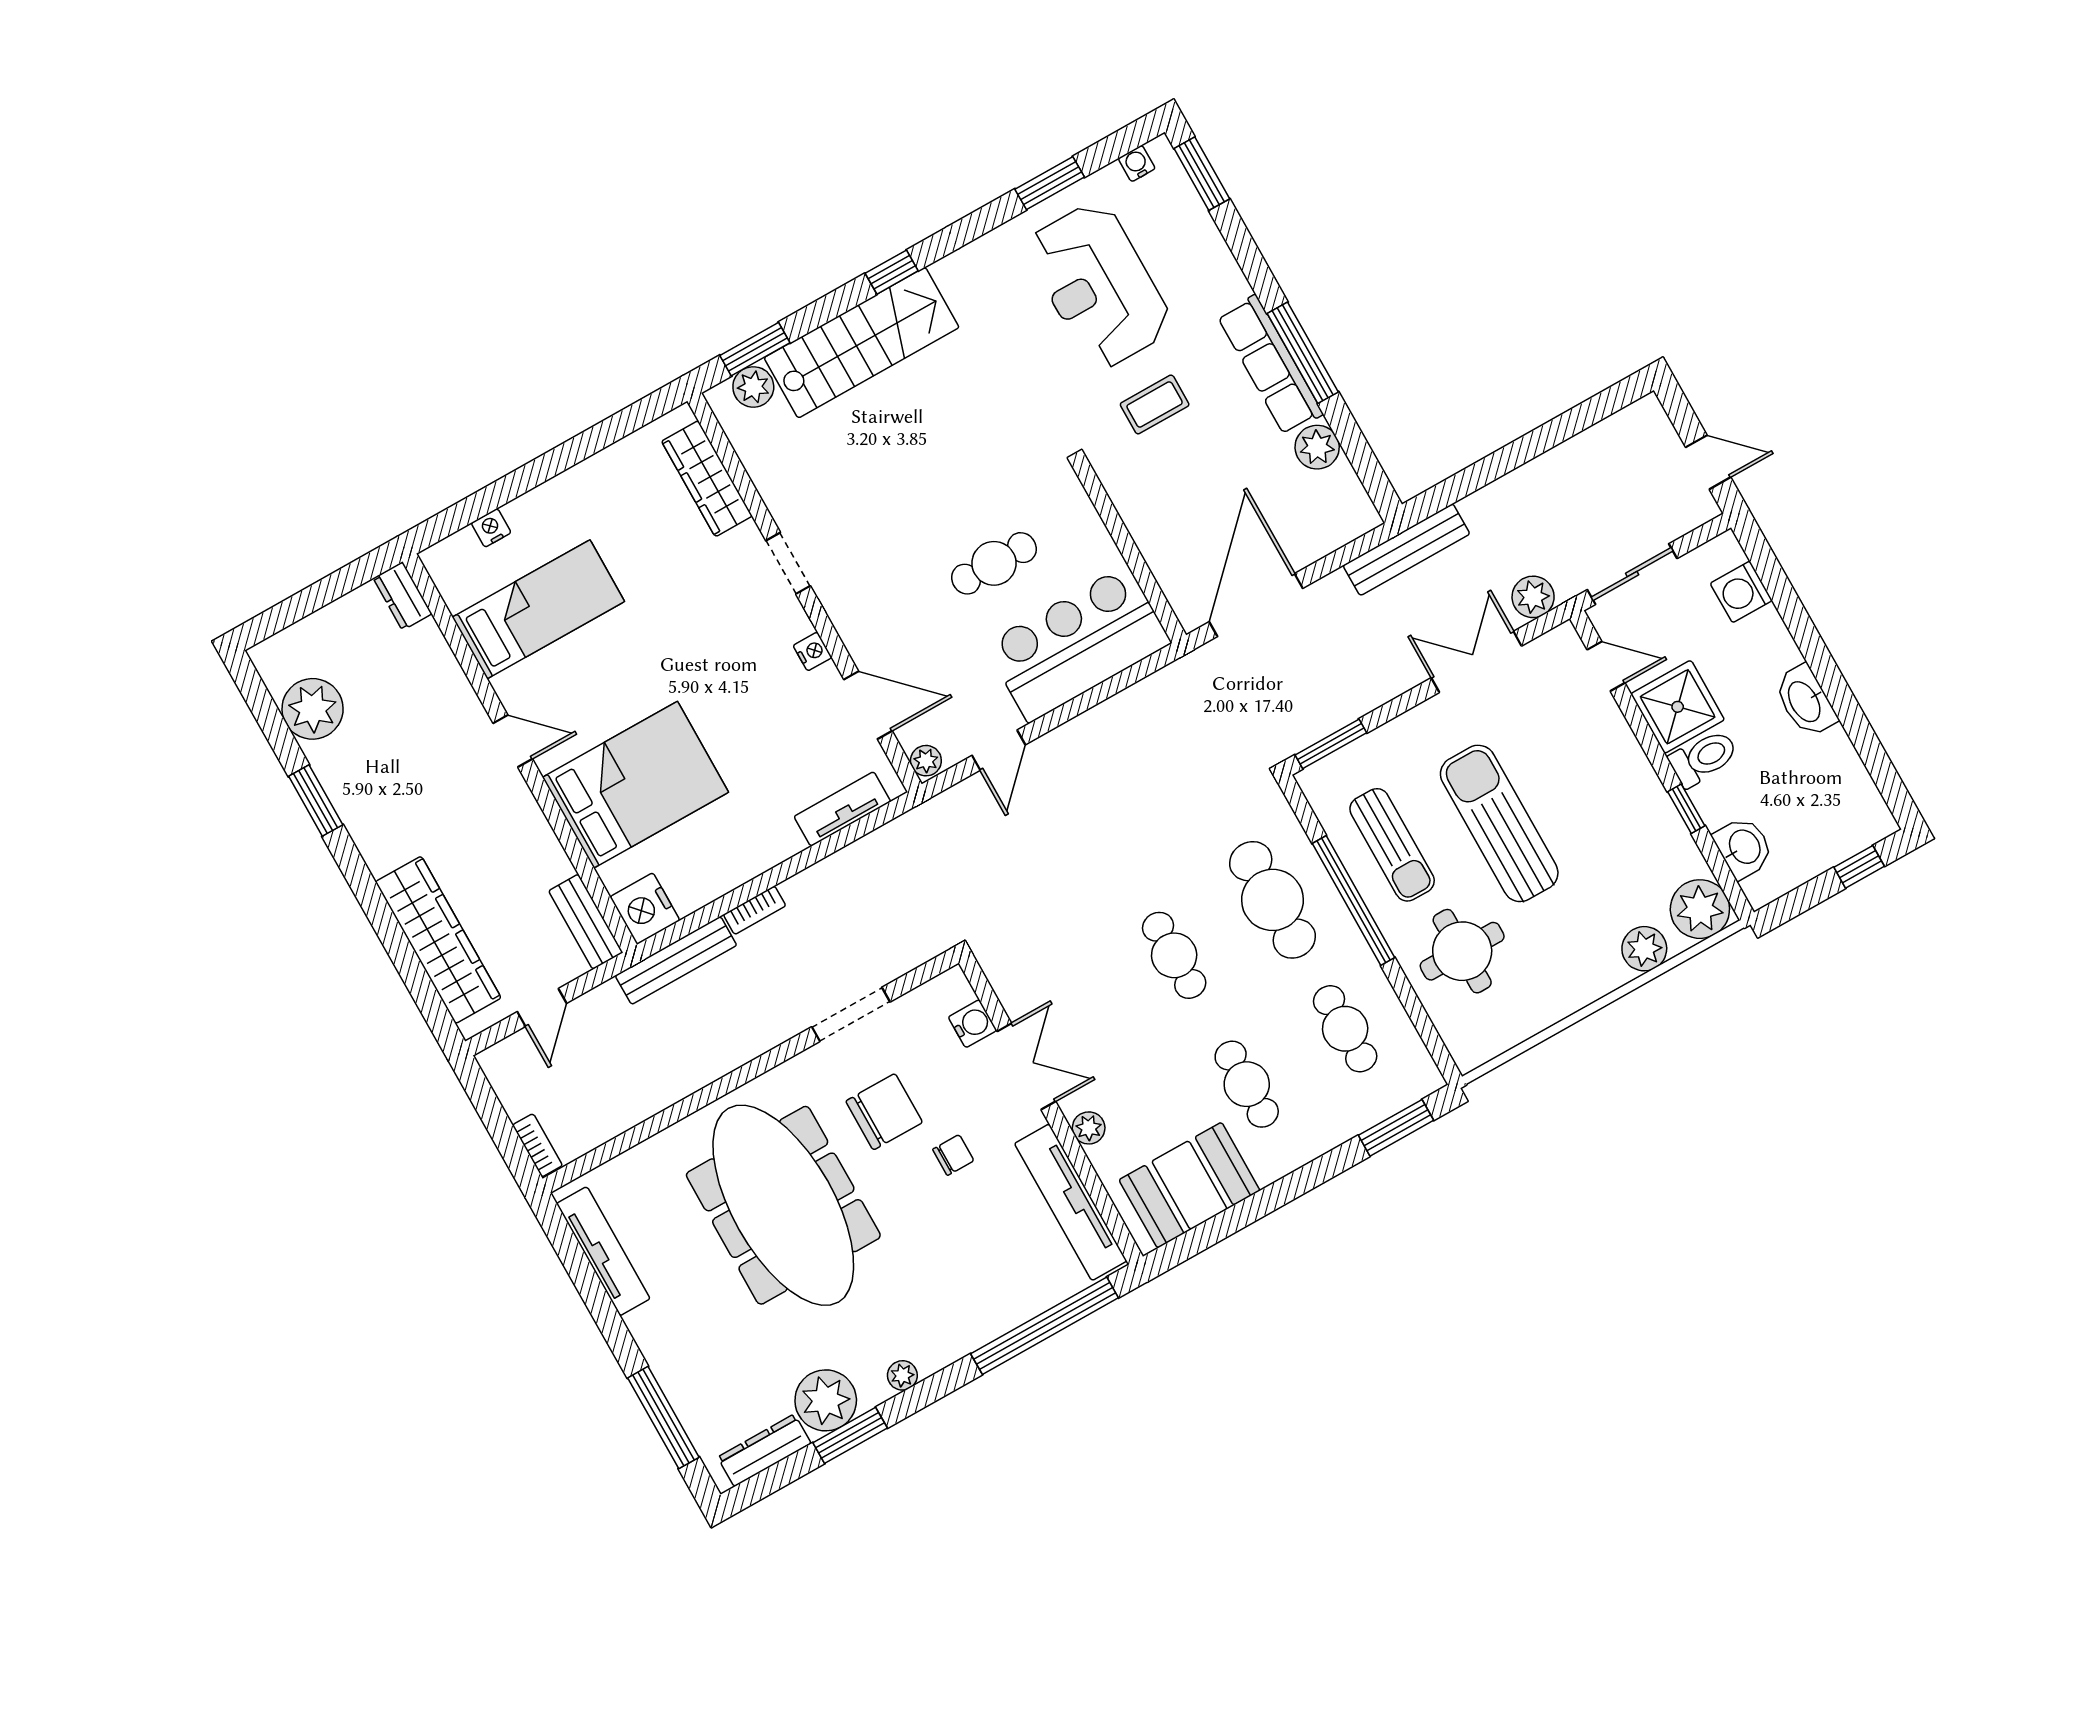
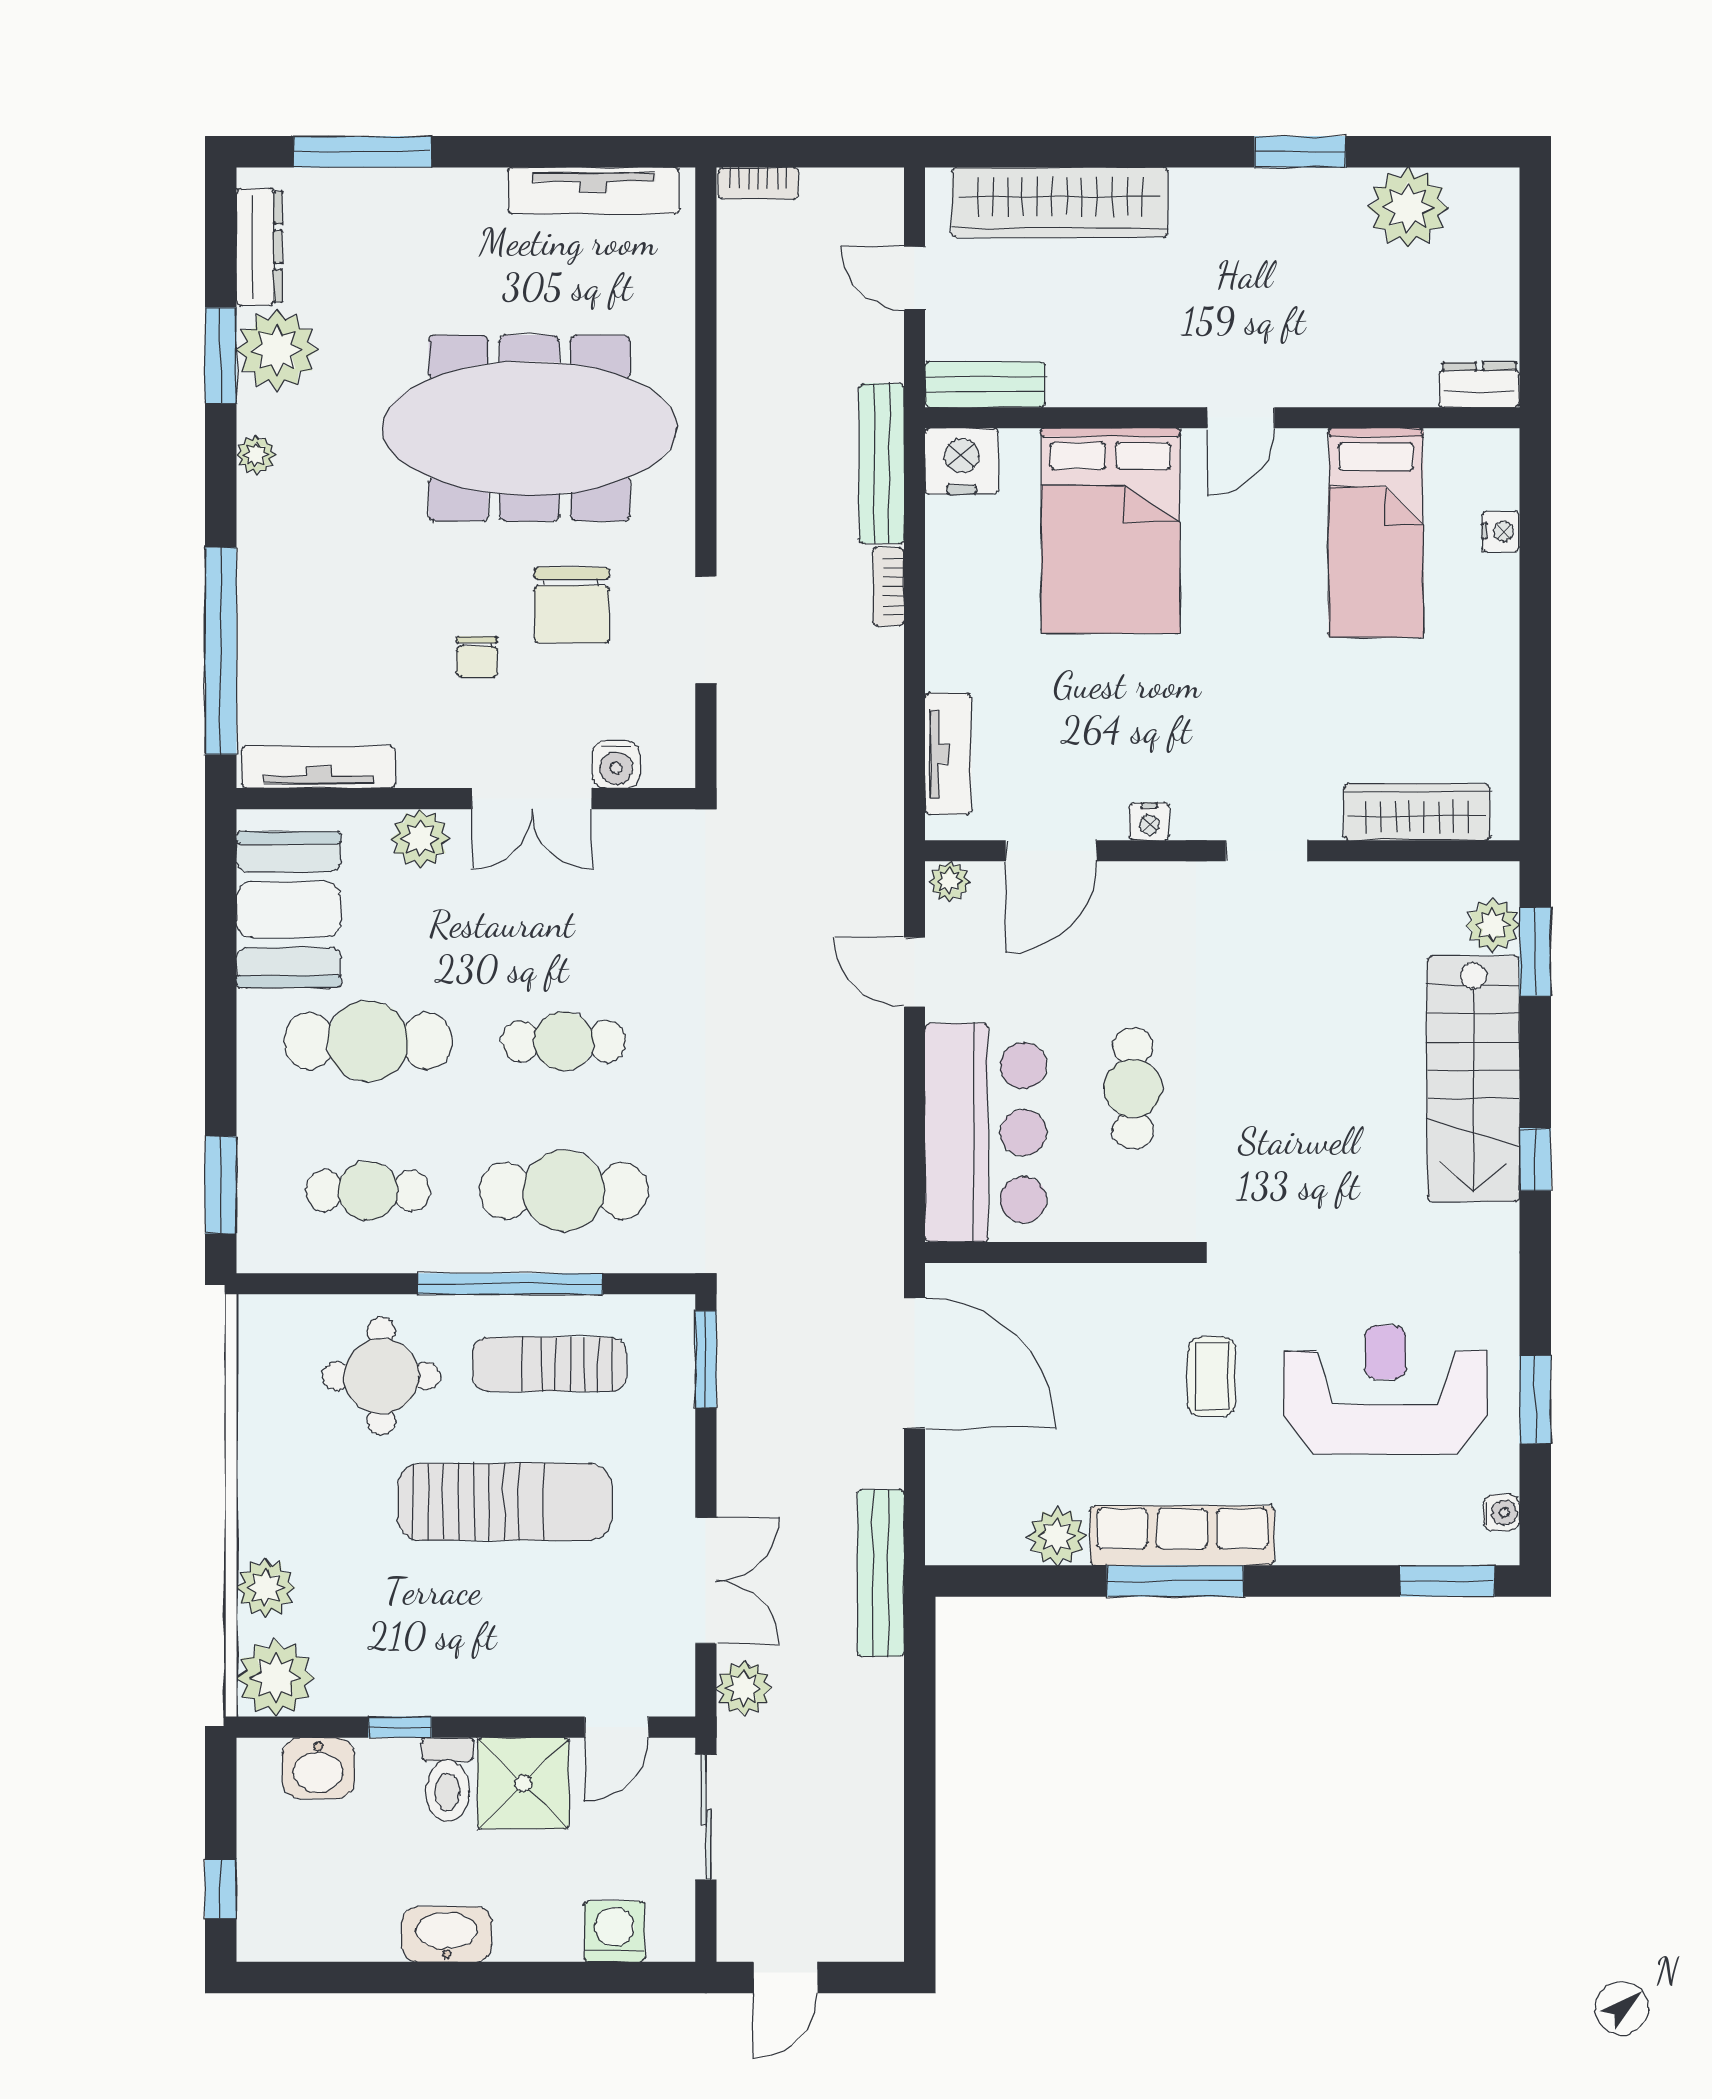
cafe table: (1247, 1084) -> (368, 1041), width x1.37, depth x1.35
plant: (1089, 1128) -> (420, 838), width x1.38, depth x1.38
tv unit: (1071, 1202) -> (318, 767), width x0.73, depth x0.78

